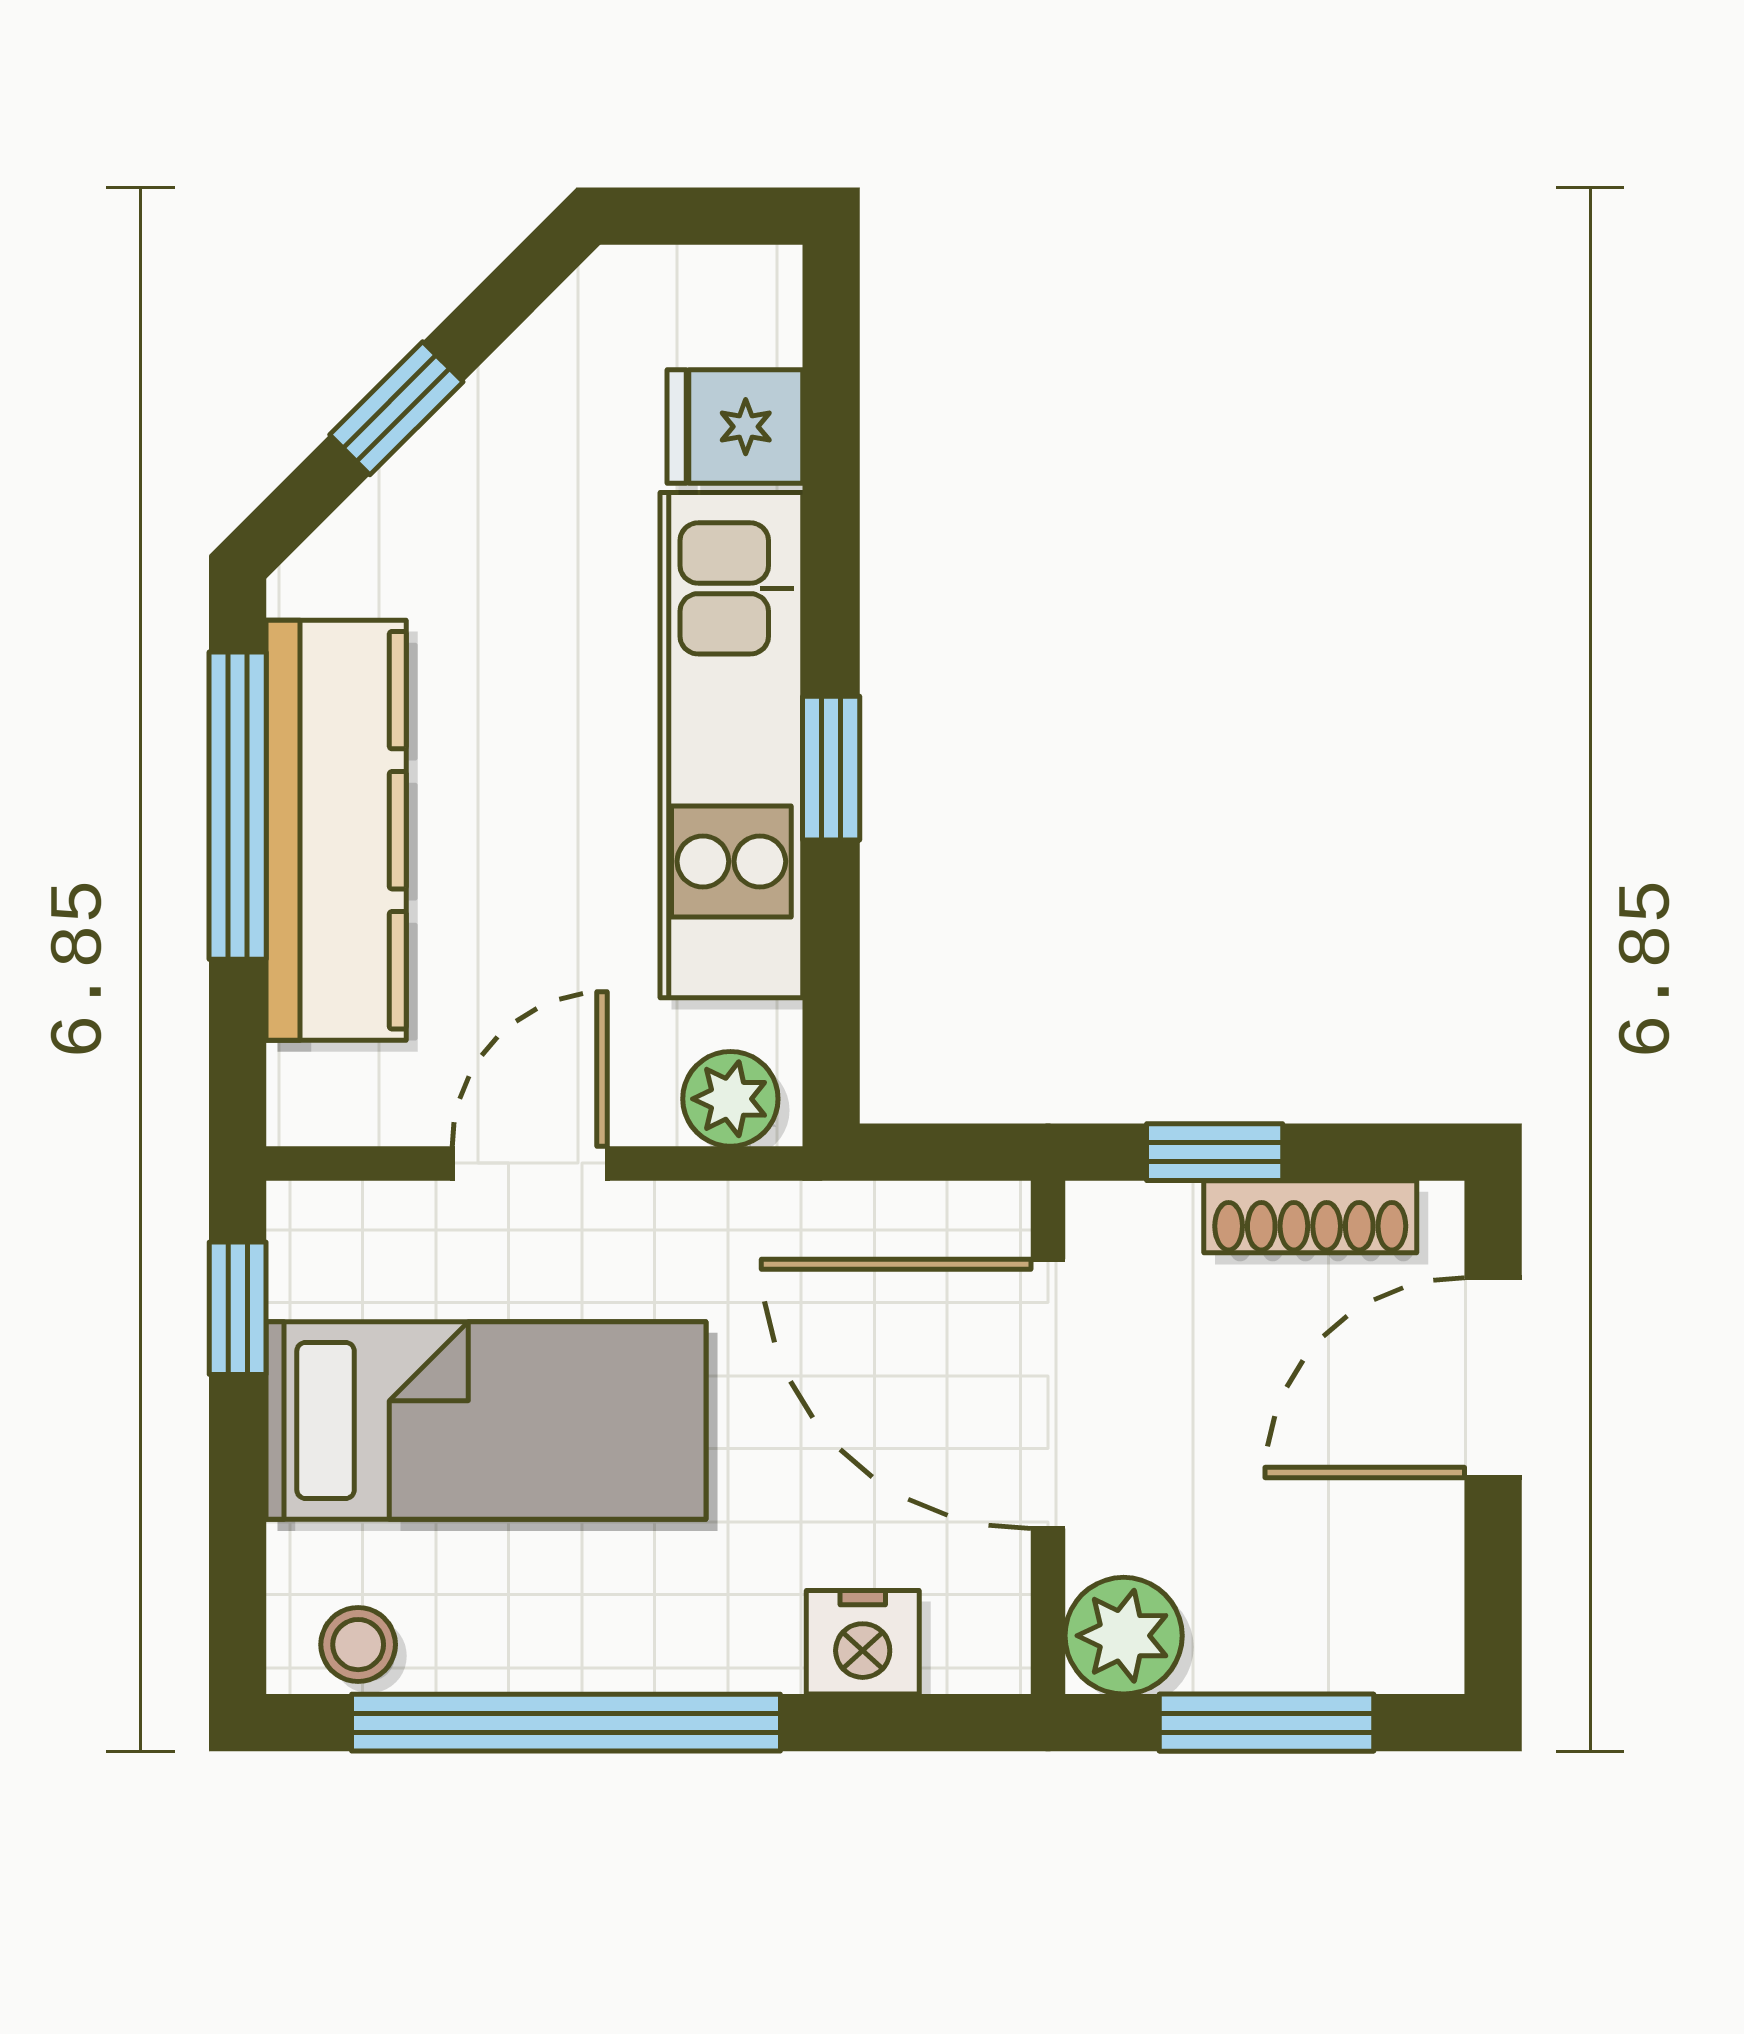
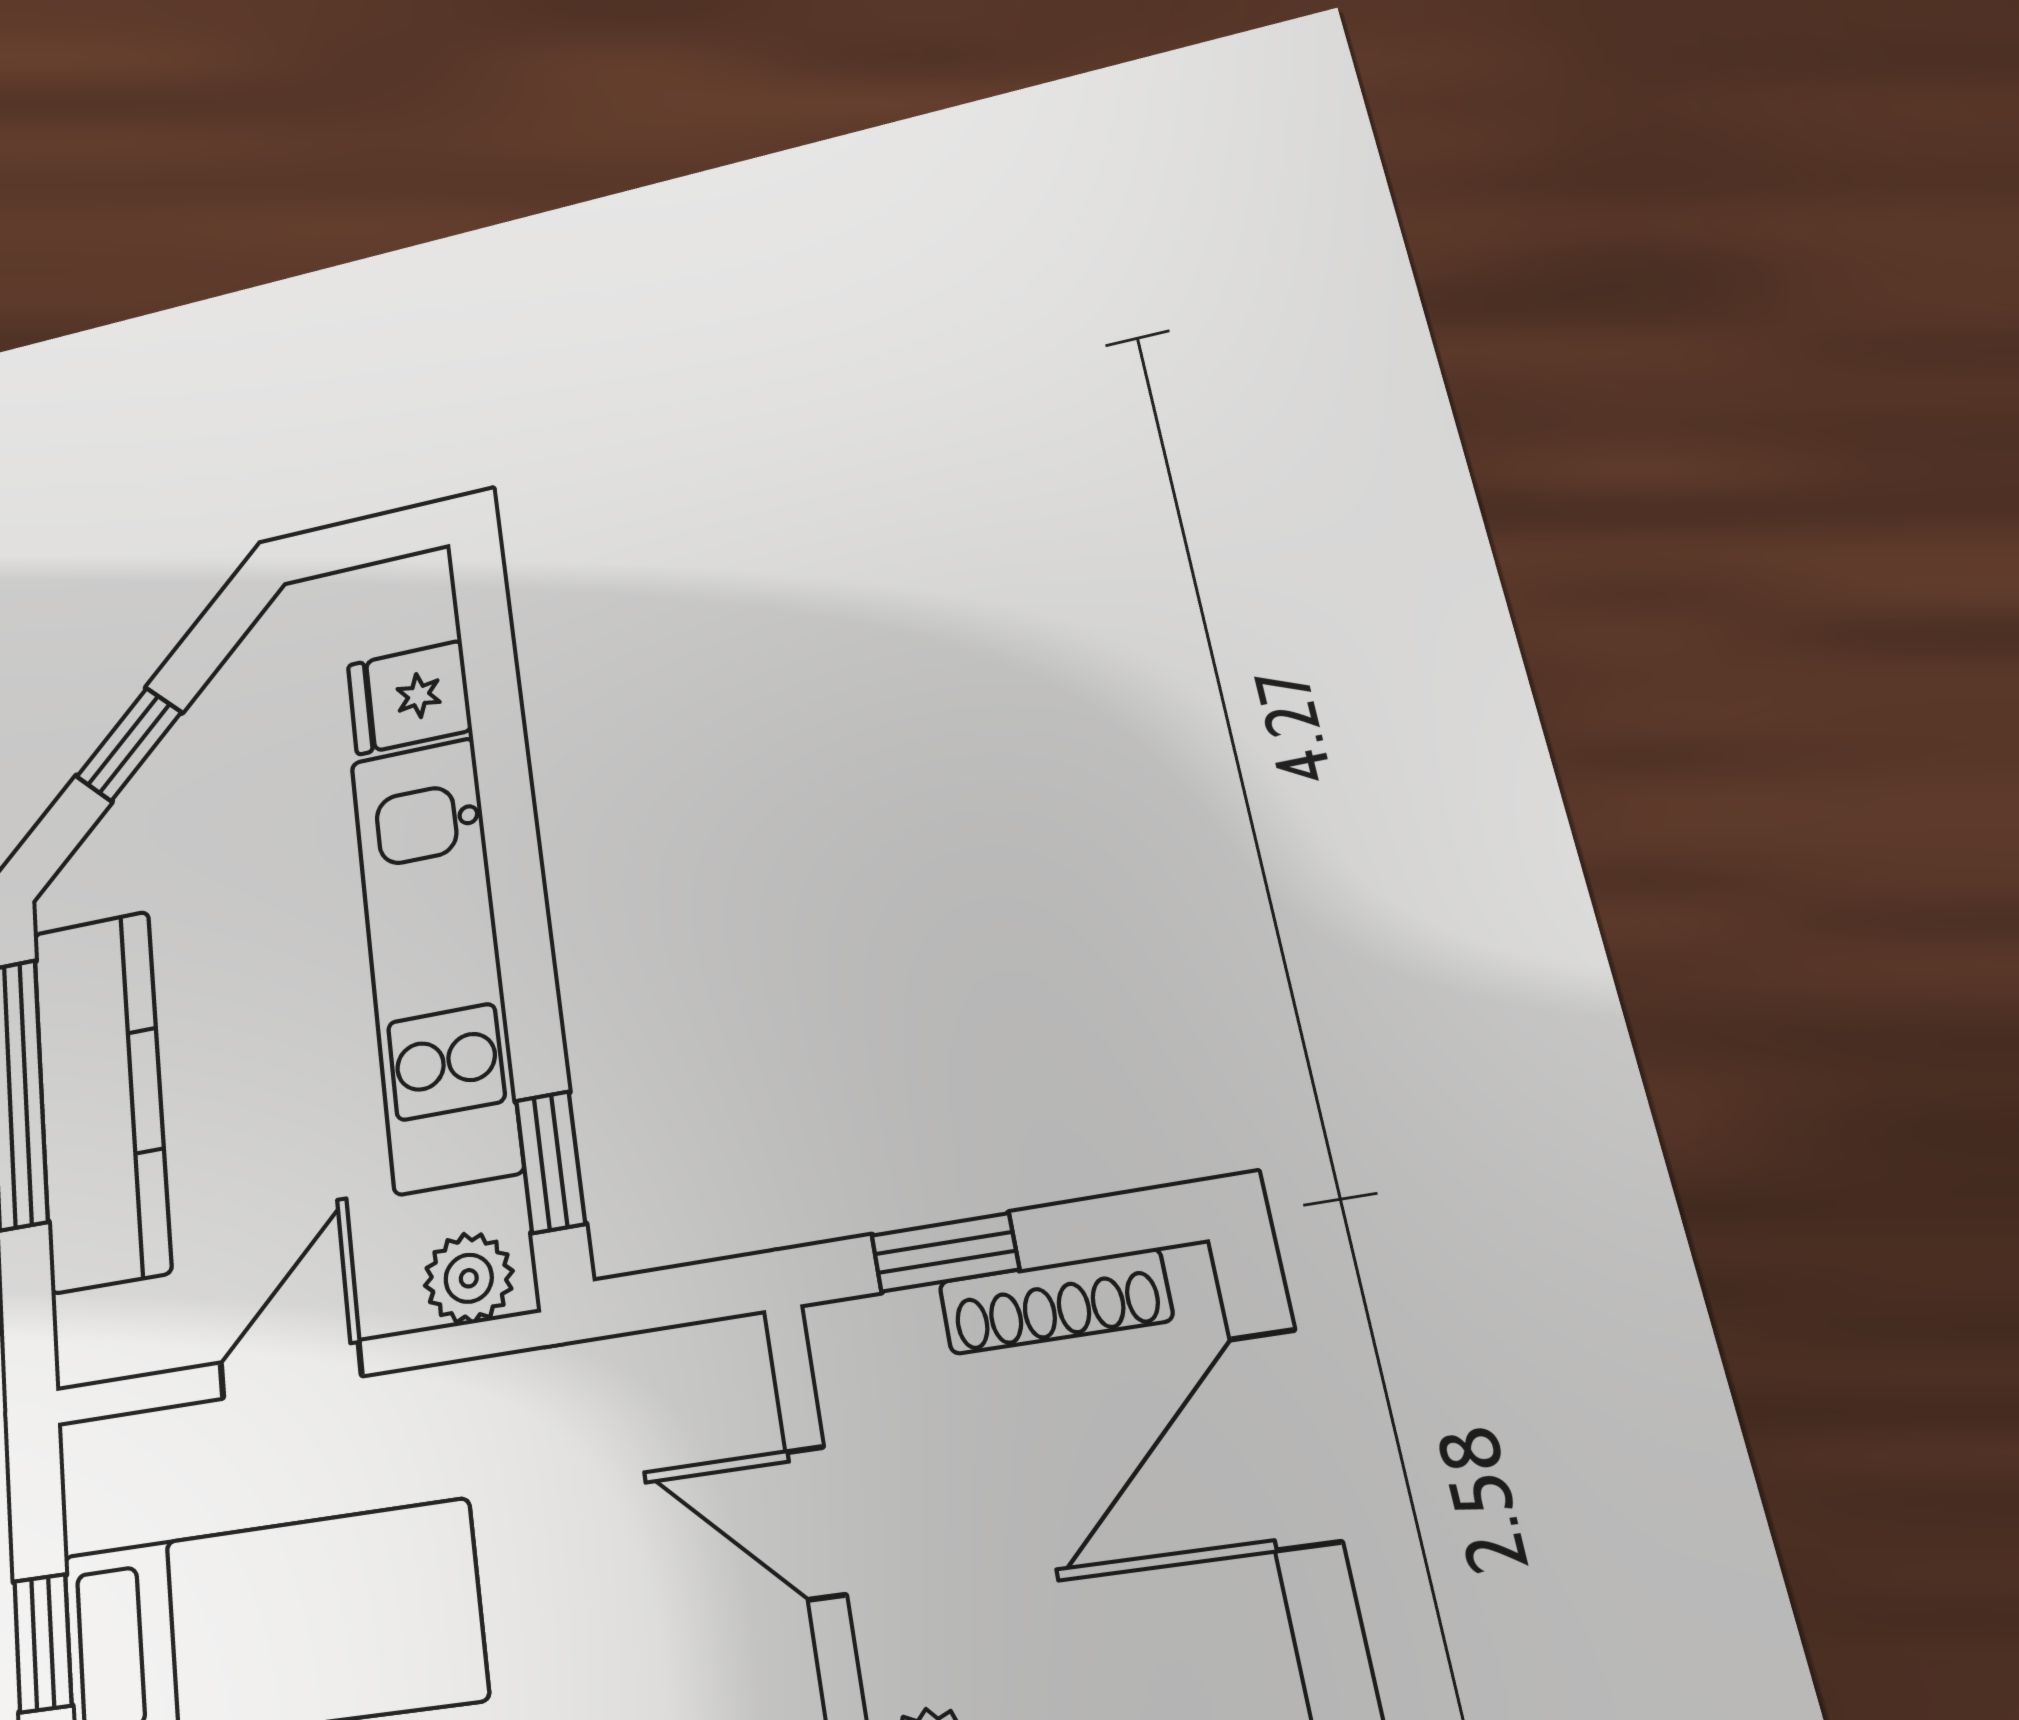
window: (831, 768) -> (551, 1162), moved
window: (238, 1308) -> (43, 1643), moved
door: (1048, 1394) -> (816, 1523), width x0.53

